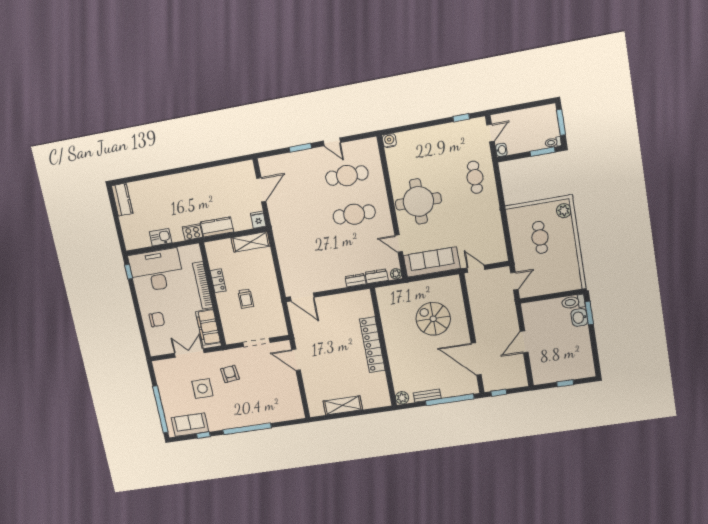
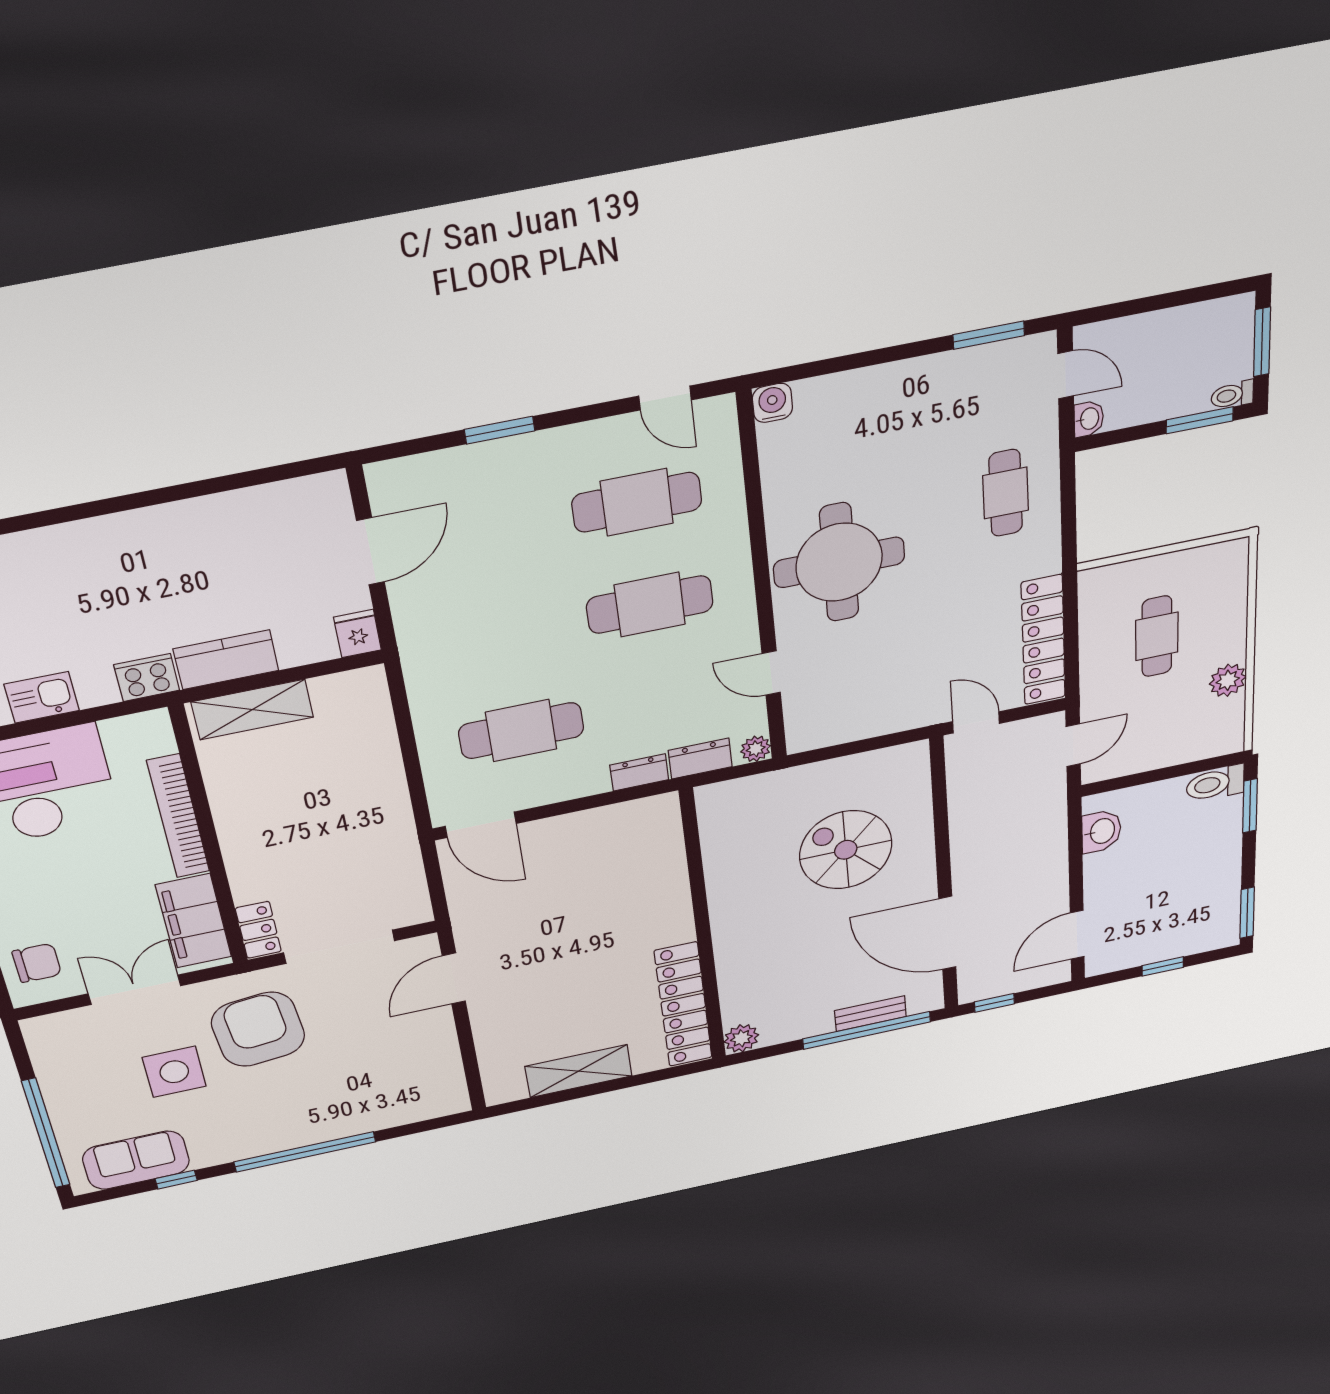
window: (461, 118) -> (989, 335), width x1.50
door: (491, 133) -> (1066, 375), hinge flipped
door: (332, 142) -> (665, 398), moved
plant: (564, 211) -> (1228, 680), moved
locker: (497, 236) -> (1043, 640), added
shelving: (251, 242) -> (252, 710), moved
cafe table: (314, 261) -> (521, 731), added
sofa: (432, 262) -> (859, 713), removed
locker: (218, 281) -> (258, 930), moved
trolley: (246, 299) -> (311, 841), removed
washbasin: (579, 317) -> (1101, 831), moved, turned 180
chair: (157, 319) -> (37, 963), moved
doorway: (256, 342) -> (339, 947), width x1.36
door: (524, 342) -> (1077, 935), moved
locker: (372, 345) -> (683, 1005), moved
door: (296, 360) -> (454, 978), hinge flipped
window: (596, 362) -> (1247, 913), added
armchair: (230, 374) -> (258, 1029), width x1.88, depth x1.88
bench: (427, 396) -> (870, 1014), moved

